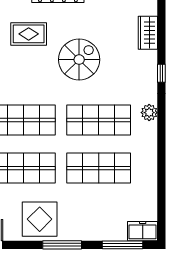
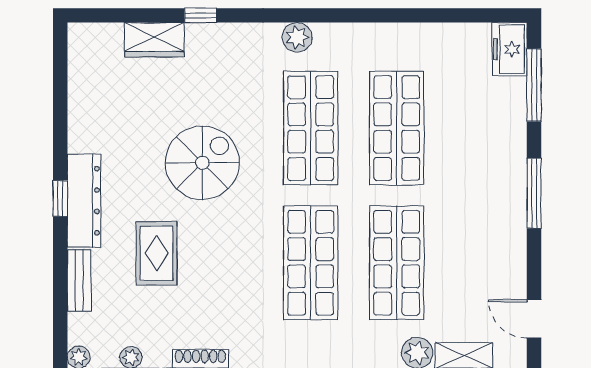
spiral stairs: (79, 60) -> (202, 163), turned 90
window: (161, 73) -> (201, 15), moved
display table: (40, 219) -> (488, 234), removed

